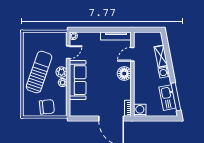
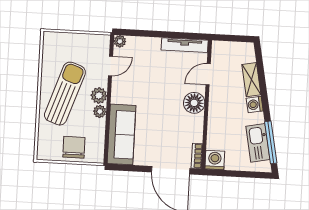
sofa: (78, 80) -> (121, 134), moved
chair: (47, 107) -> (74, 147), turned -85

